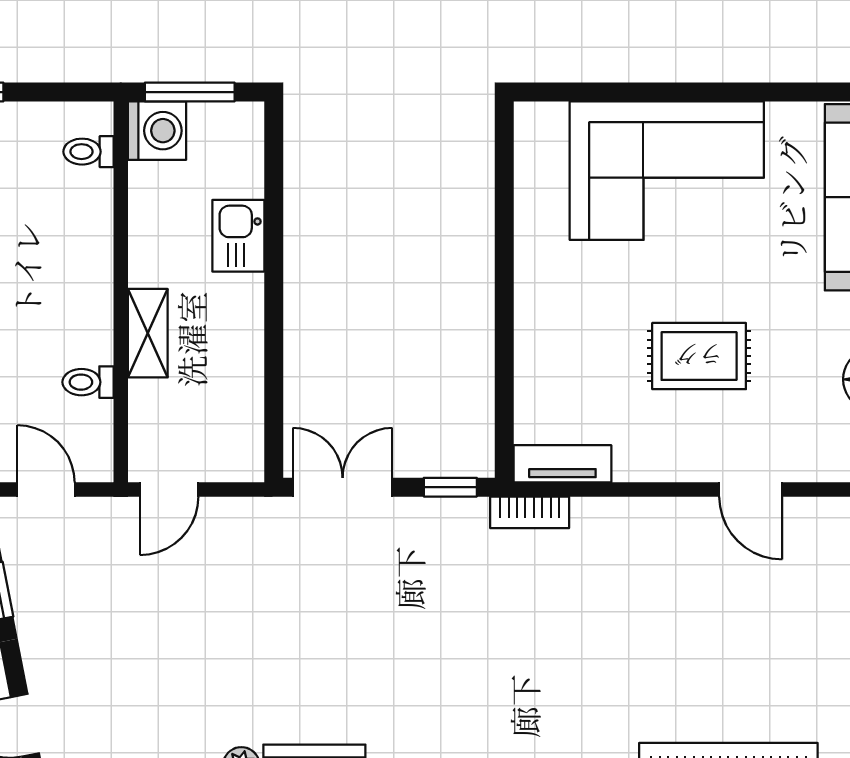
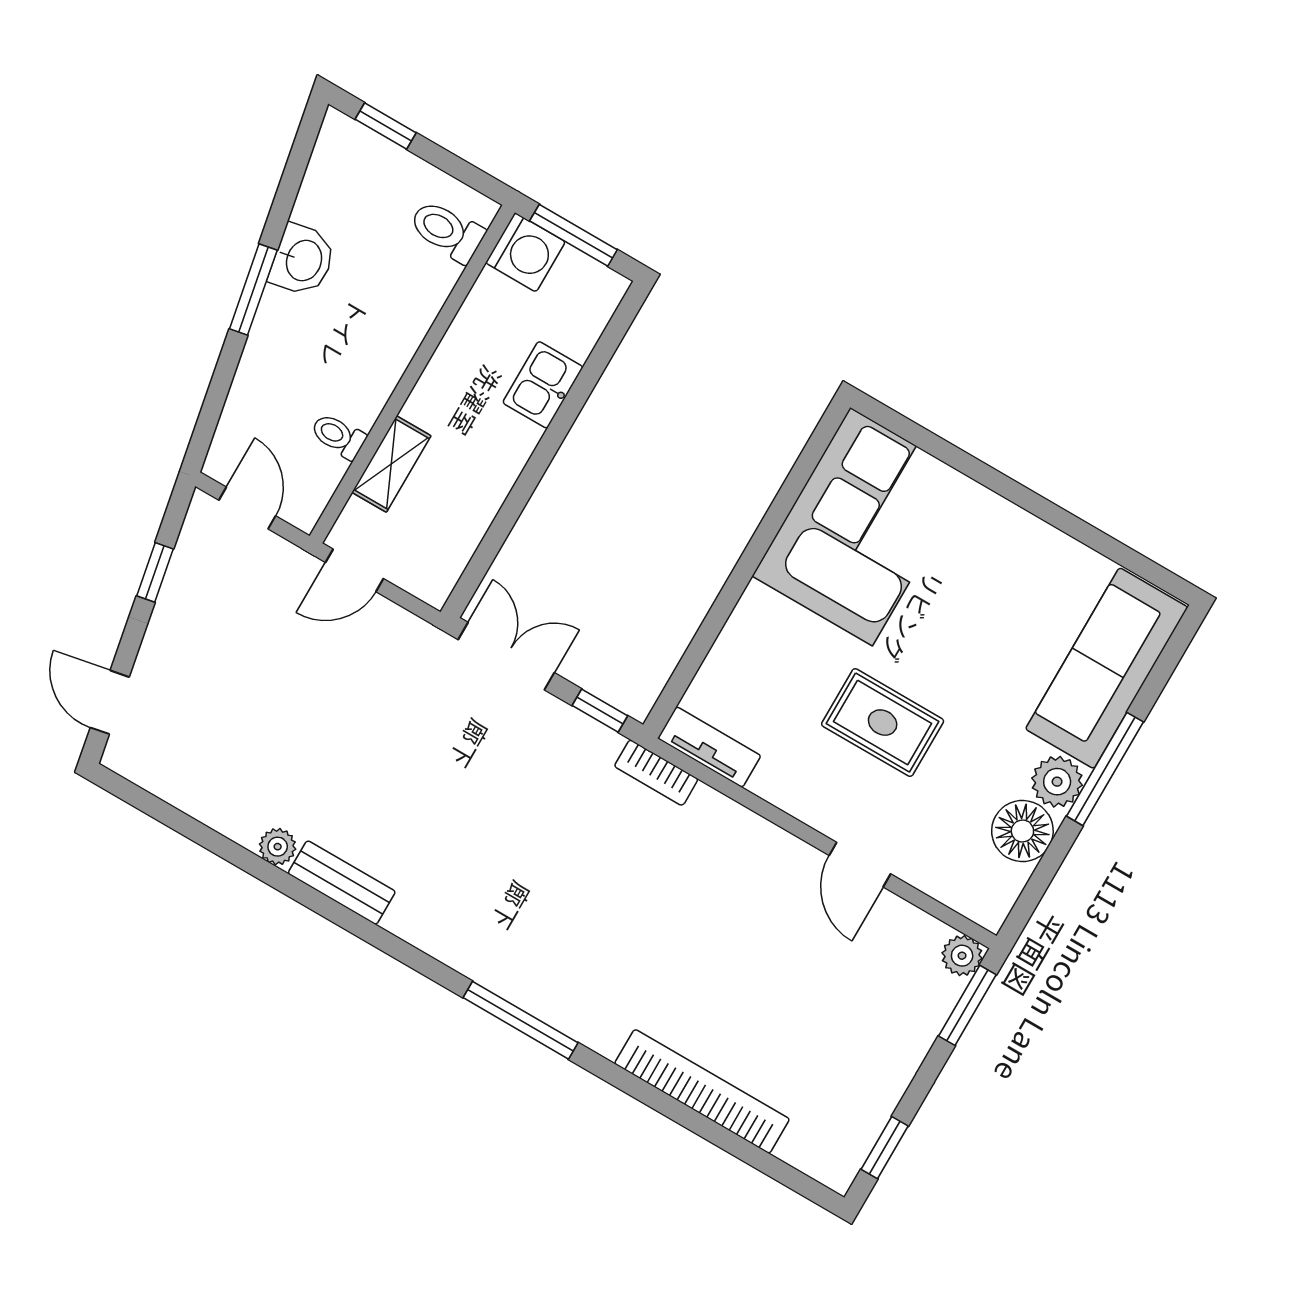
toilet: (89, 152) -> (447, 231), width x1.37, depth x1.39
corner sofa: (667, 171) -> (861, 527), moved, turned -90
shelving: (148, 333) -> (391, 464), moved

